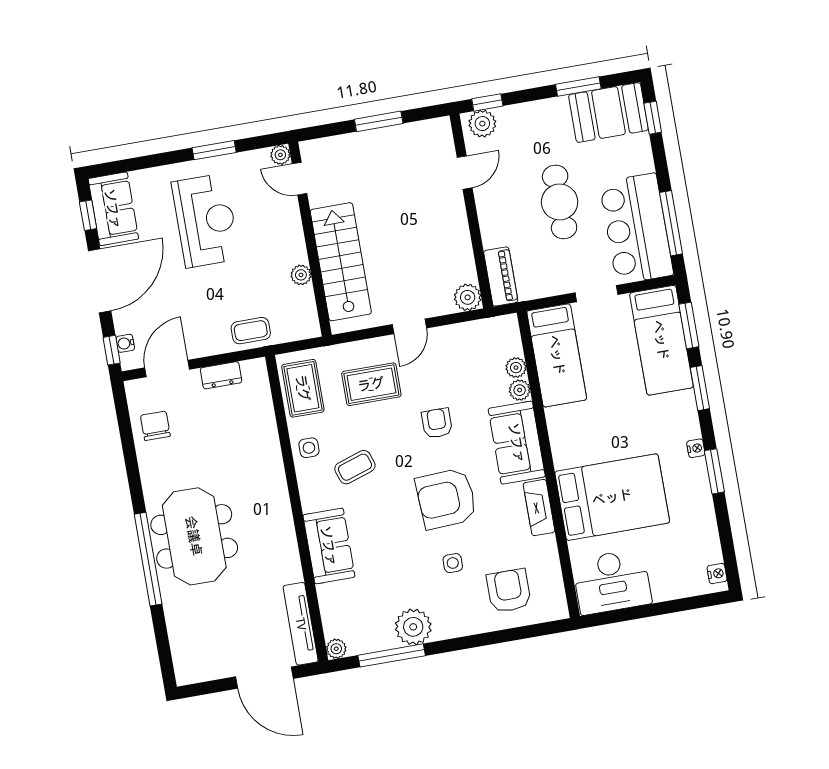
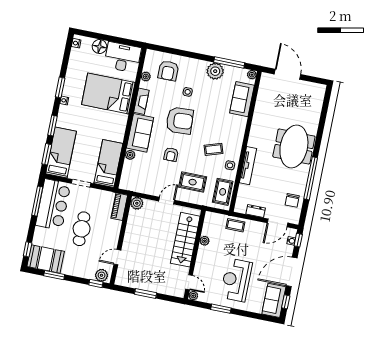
plant: (516, 368) -> (146, 77), moved
sofa: (329, 546) -> (242, 99), moved
window: (148, 559) -> (311, 178), moved
floor lamp: (667, 585) -> (99, 47), added
tv unit: (301, 624) -> (248, 166), moved

